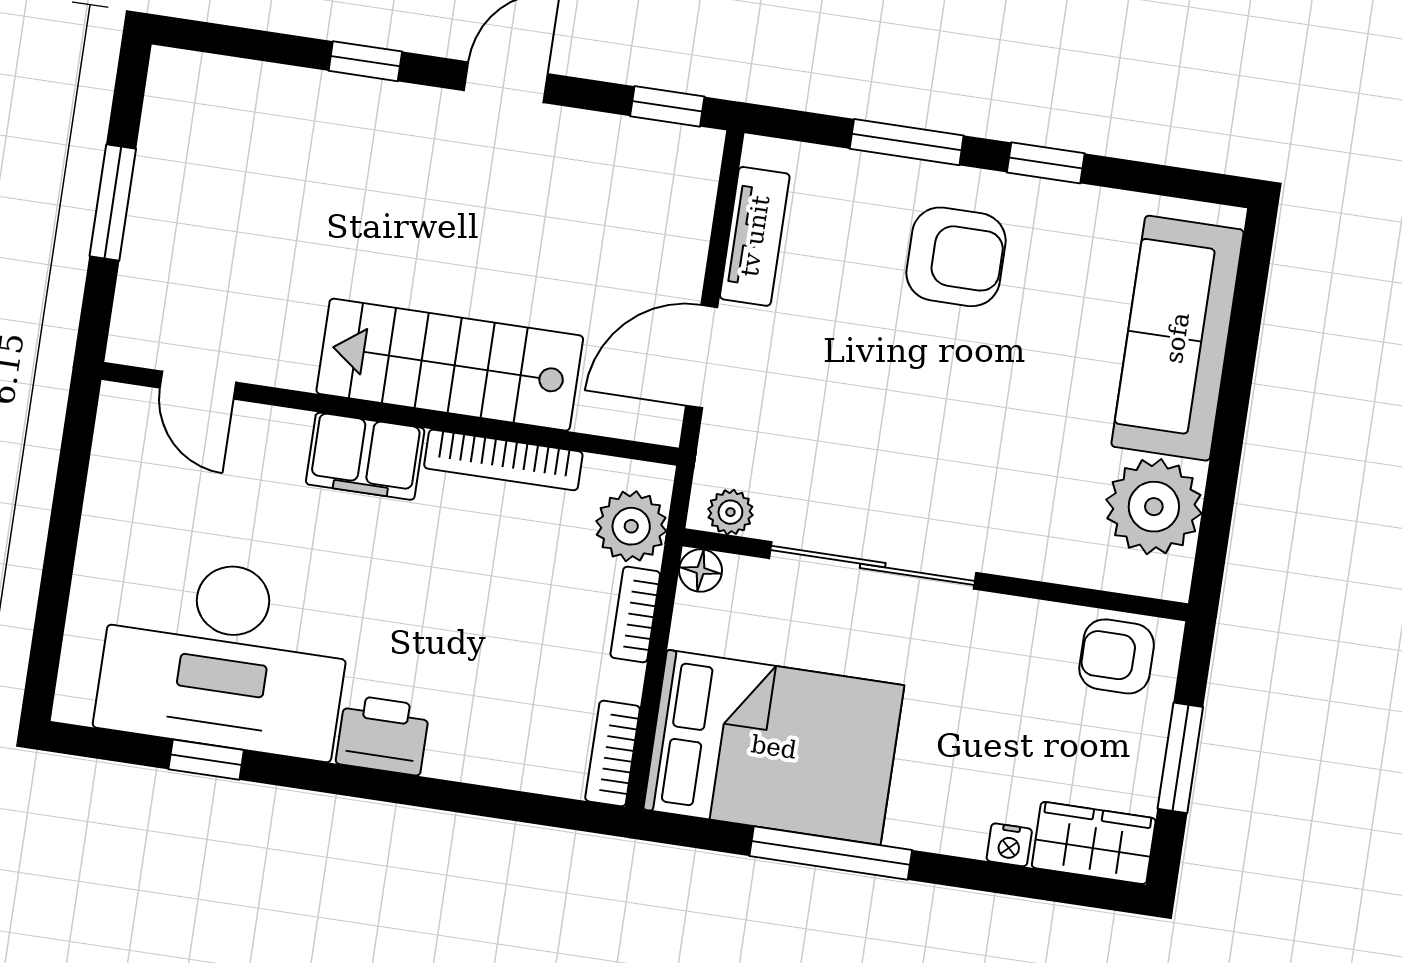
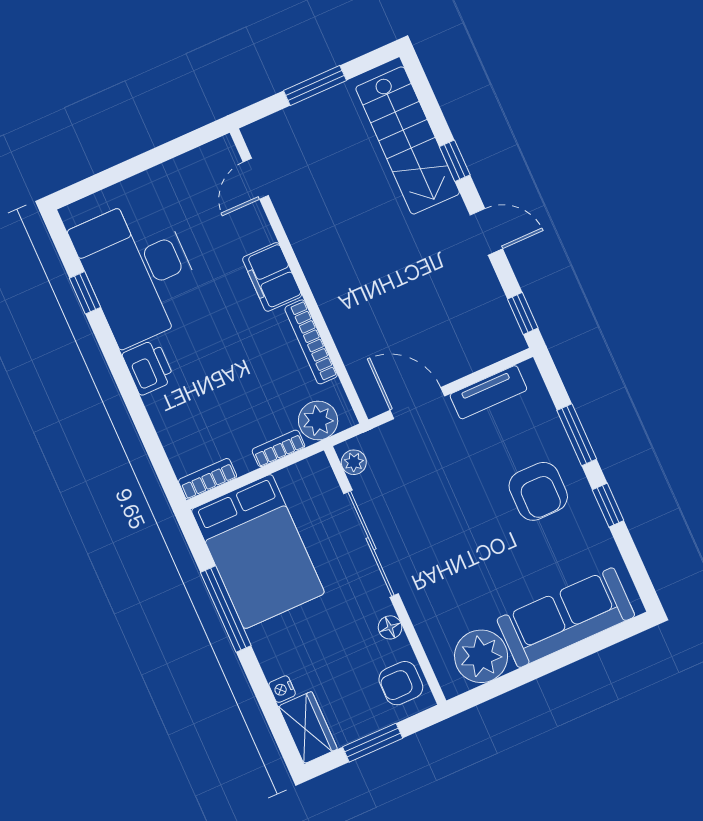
stairs: (450, 365) -> (408, 140), moved, turned 180
floor lamp: (700, 570) -> (390, 627), moved
armchair: (1117, 656) -> (401, 683), turned -90

